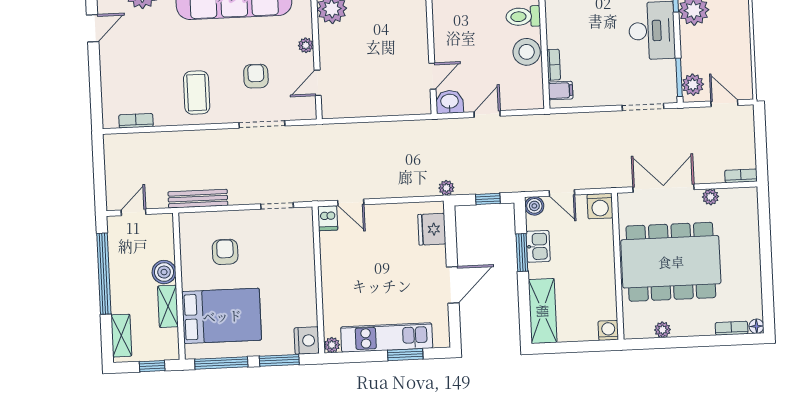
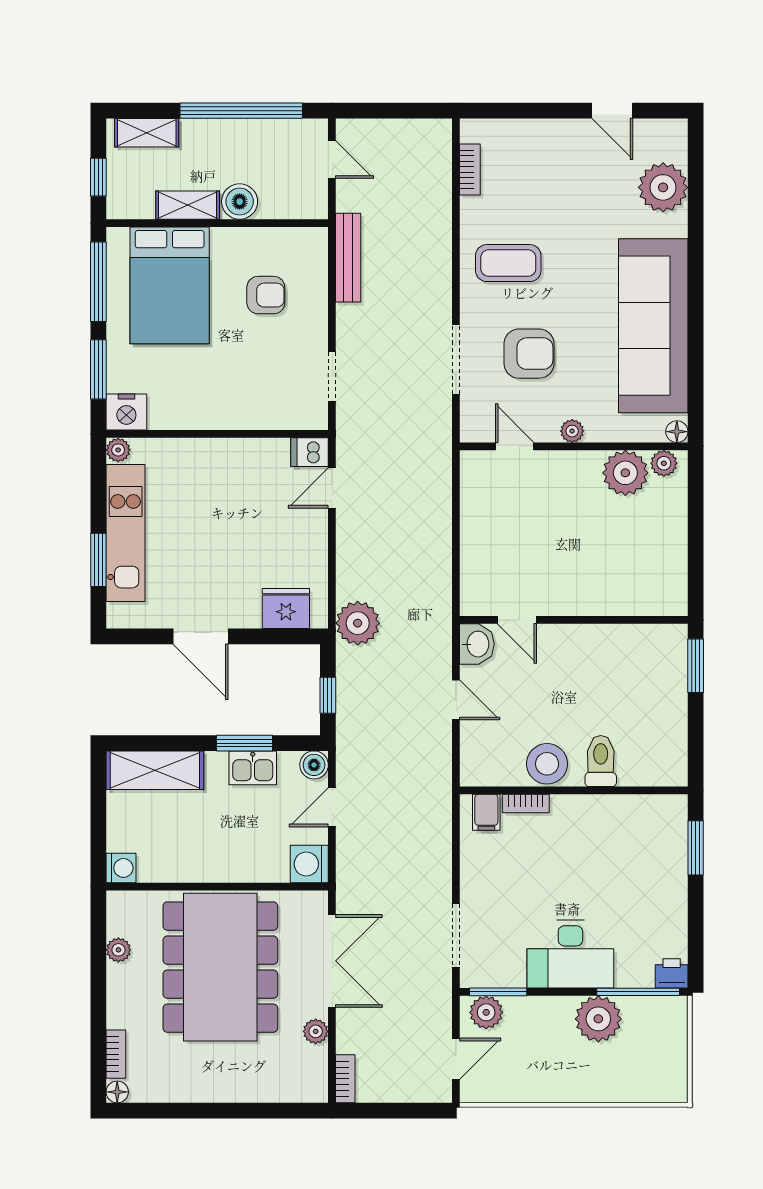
armchair: (256, 76) -> (529, 354), width x1.38, depth x1.38
plant: (446, 188) -> (358, 623), width x1.88, depth x1.88

